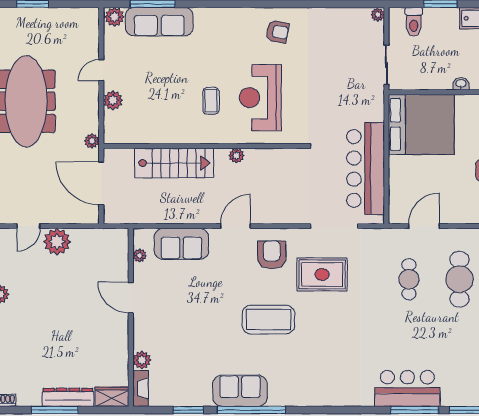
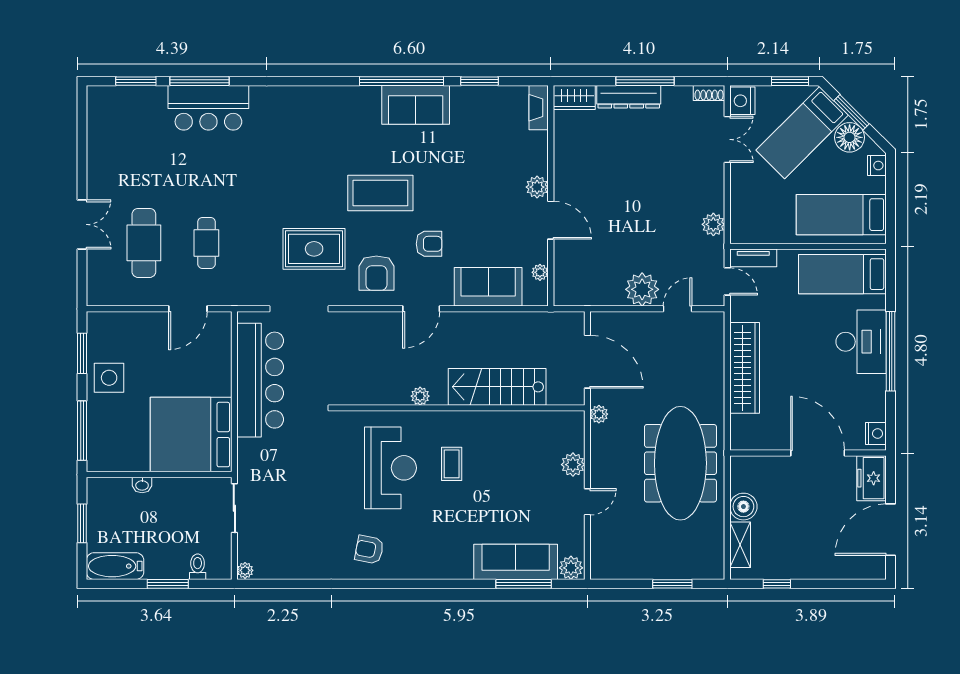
toilet: (414, 22) -> (198, 567), width x0.73, depth x0.72
armchair: (229, 279) -> (429, 244), added
plant: (142, 360) -> (537, 187), moved

